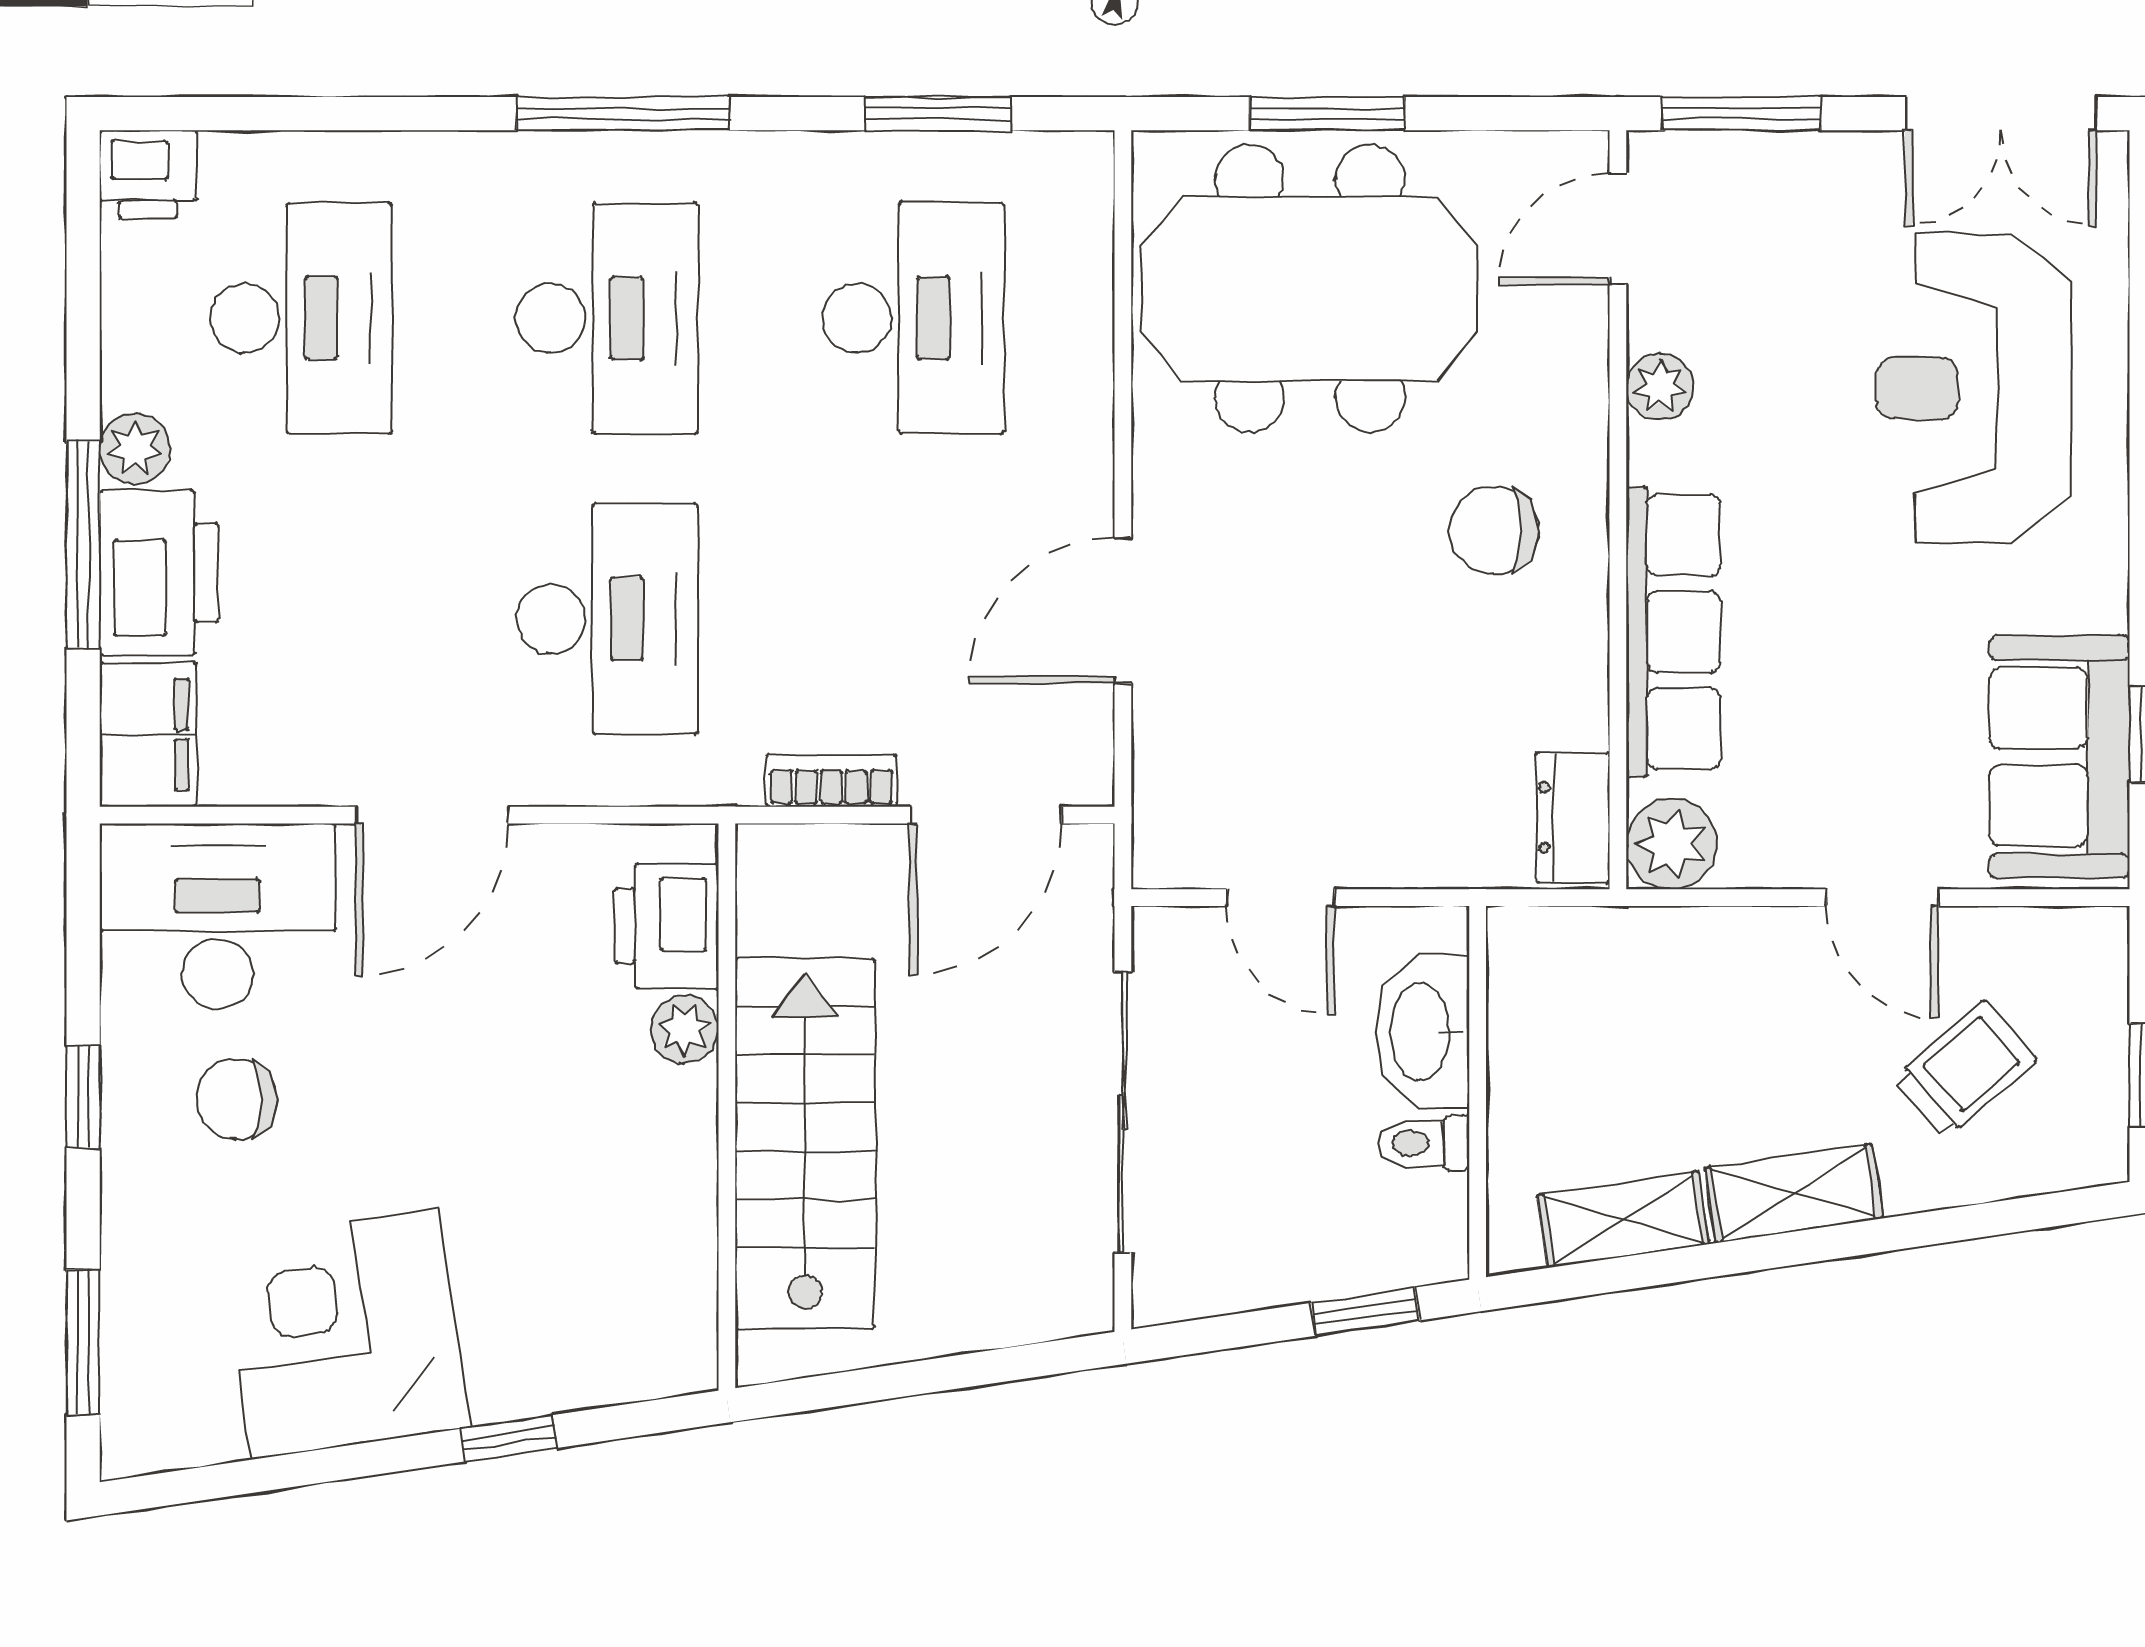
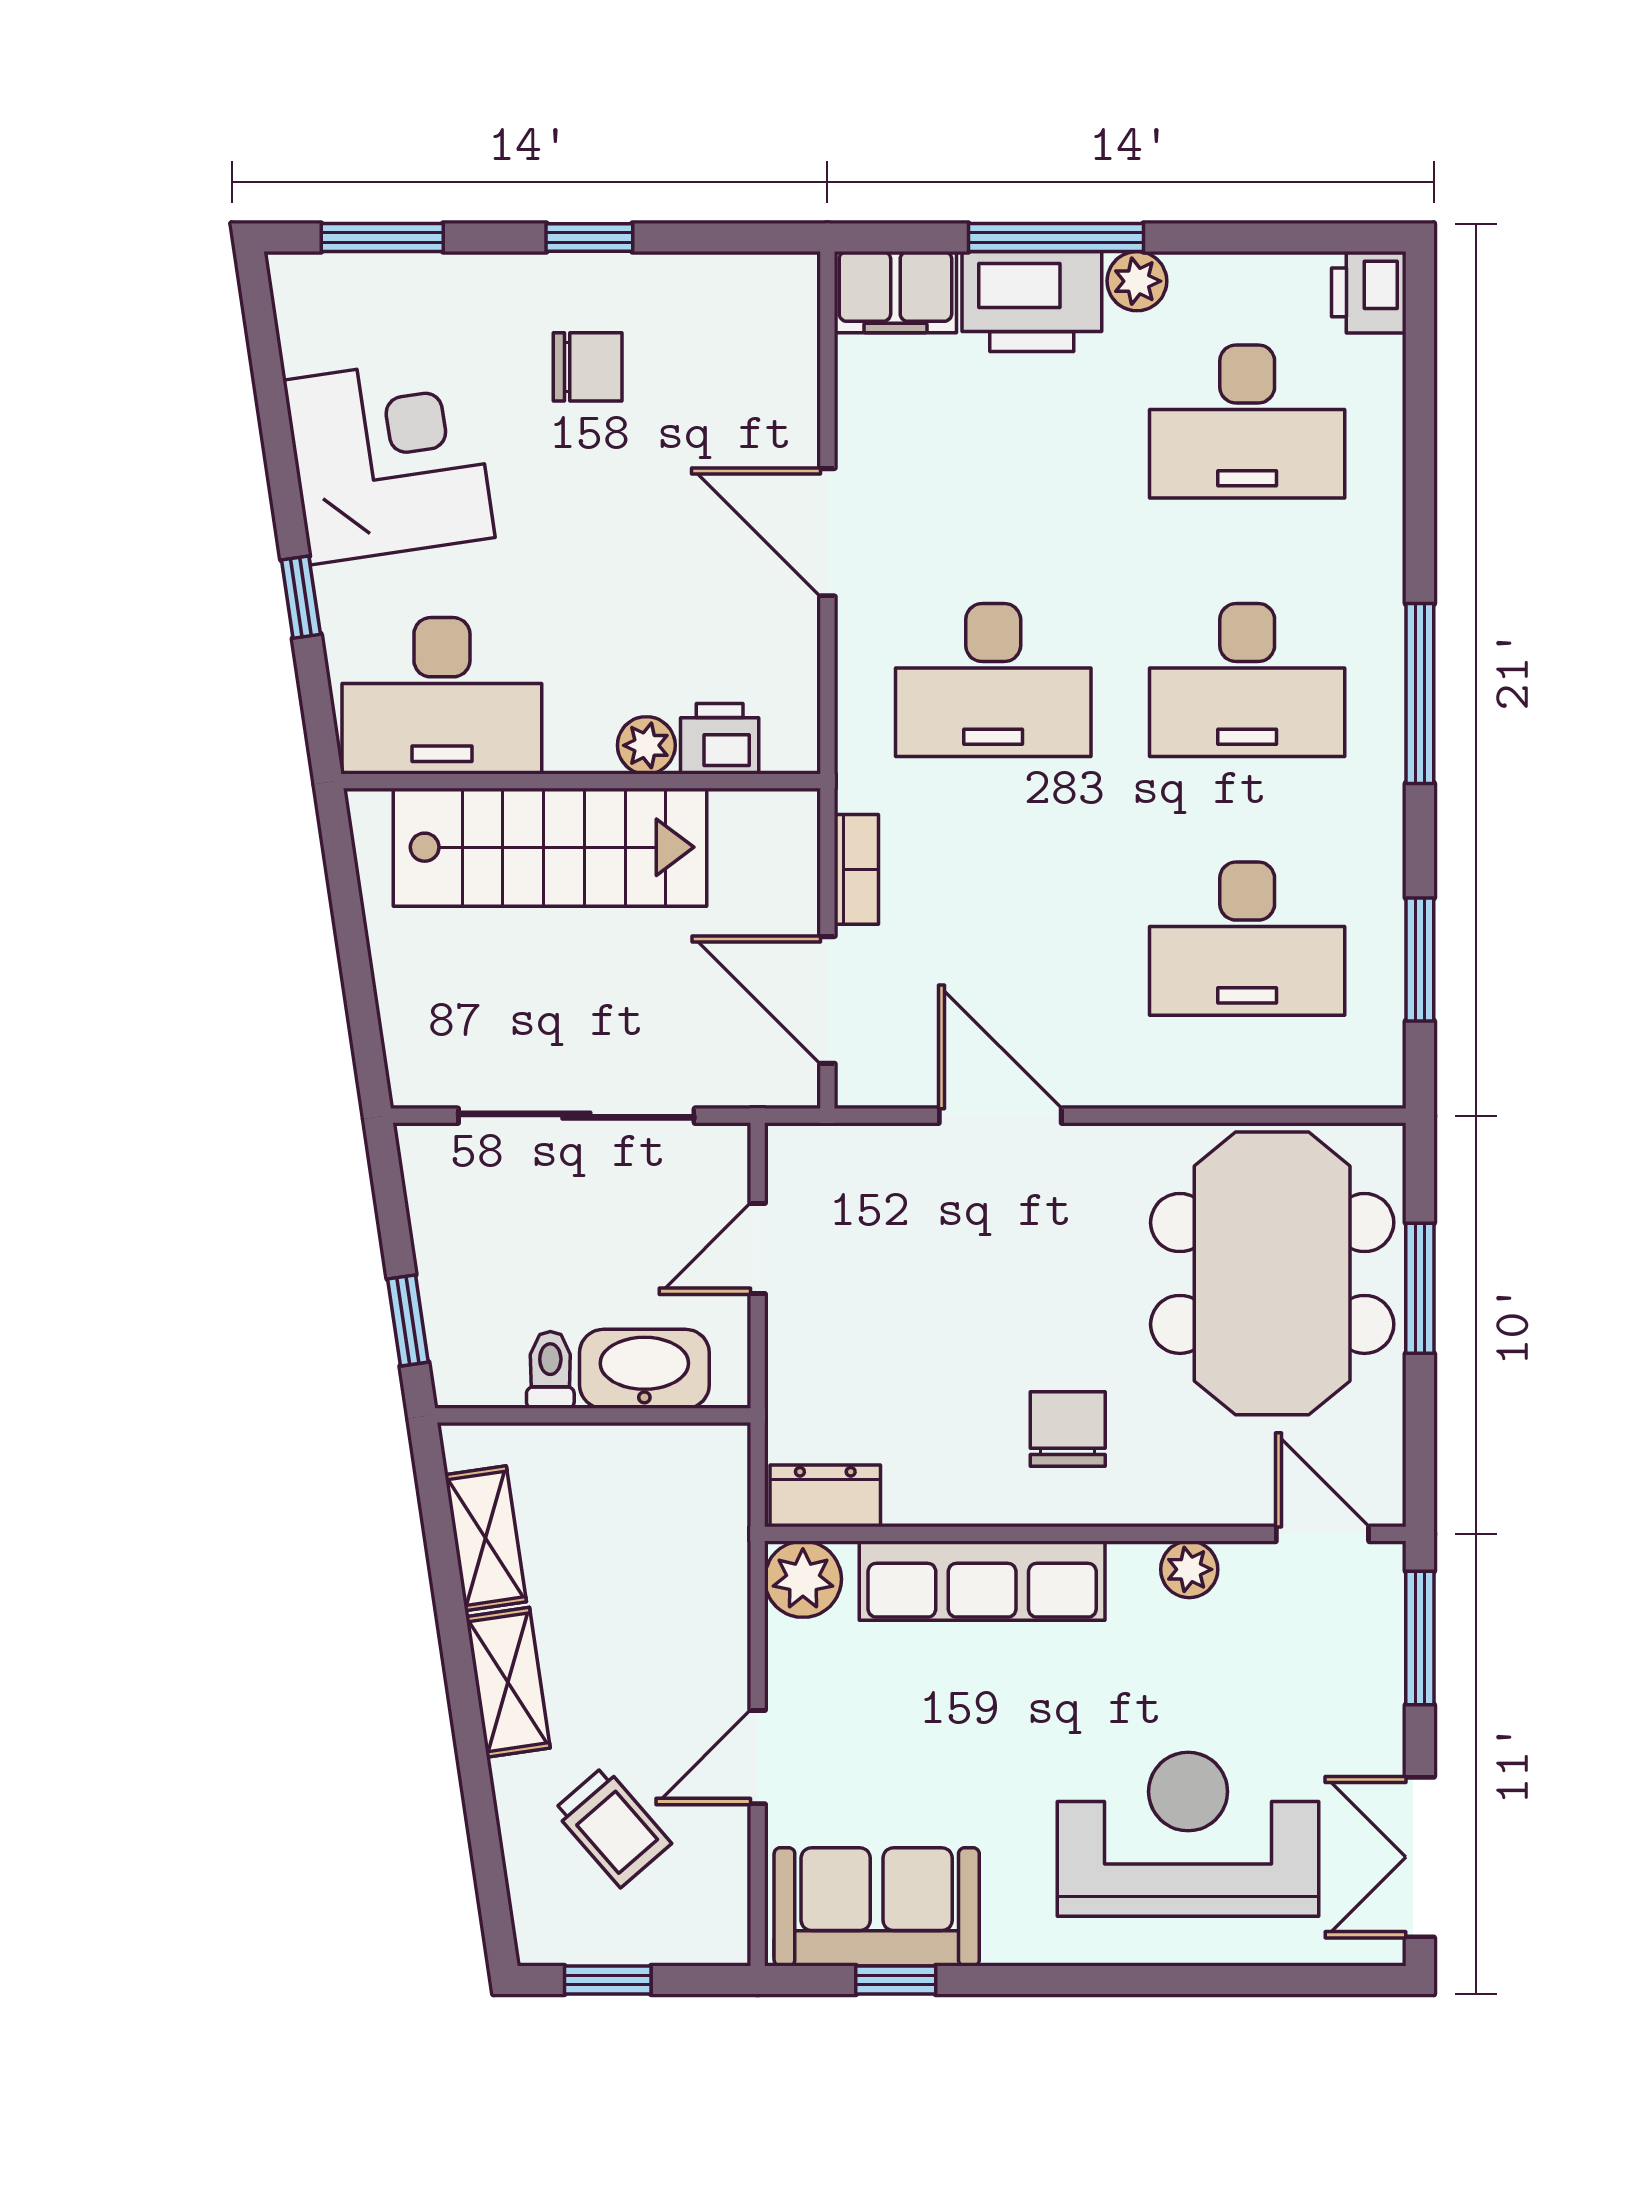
desk: (218, 916) -> (442, 696), moved, turned 90
printer: (667, 926) -> (720, 739), width x0.73, depth x0.81
chair: (236, 1099) -> (588, 367), turned 90

